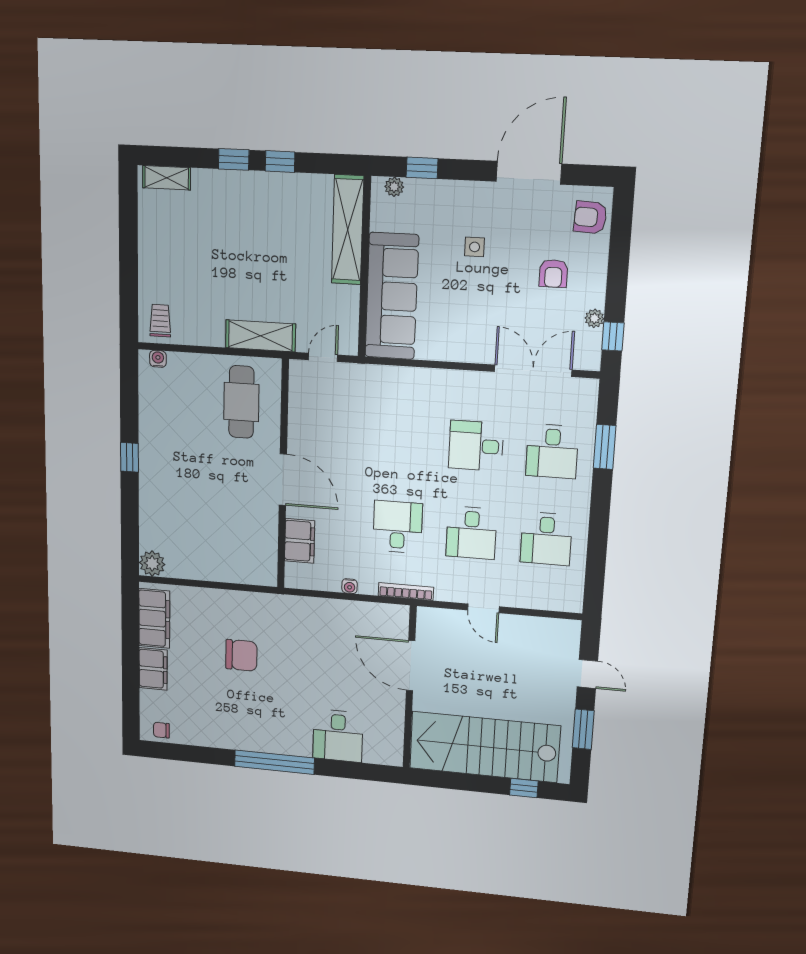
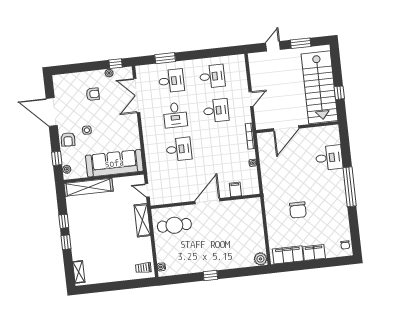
armchair: (590, 217) -> (68, 140), moved
desk: (398, 527) -> (179, 149), moved, turned 180
filing cabinet: (300, 541) -> (235, 189), width x0.50
chair: (241, 655) -> (298, 210), turned 180
window: (524, 788) -> (339, 93), moved

